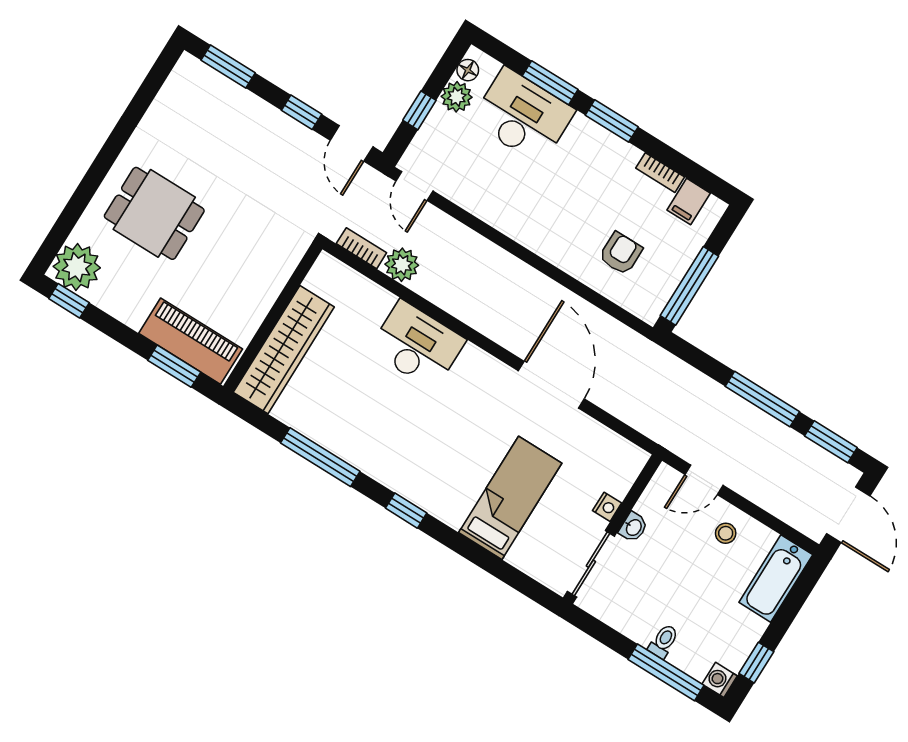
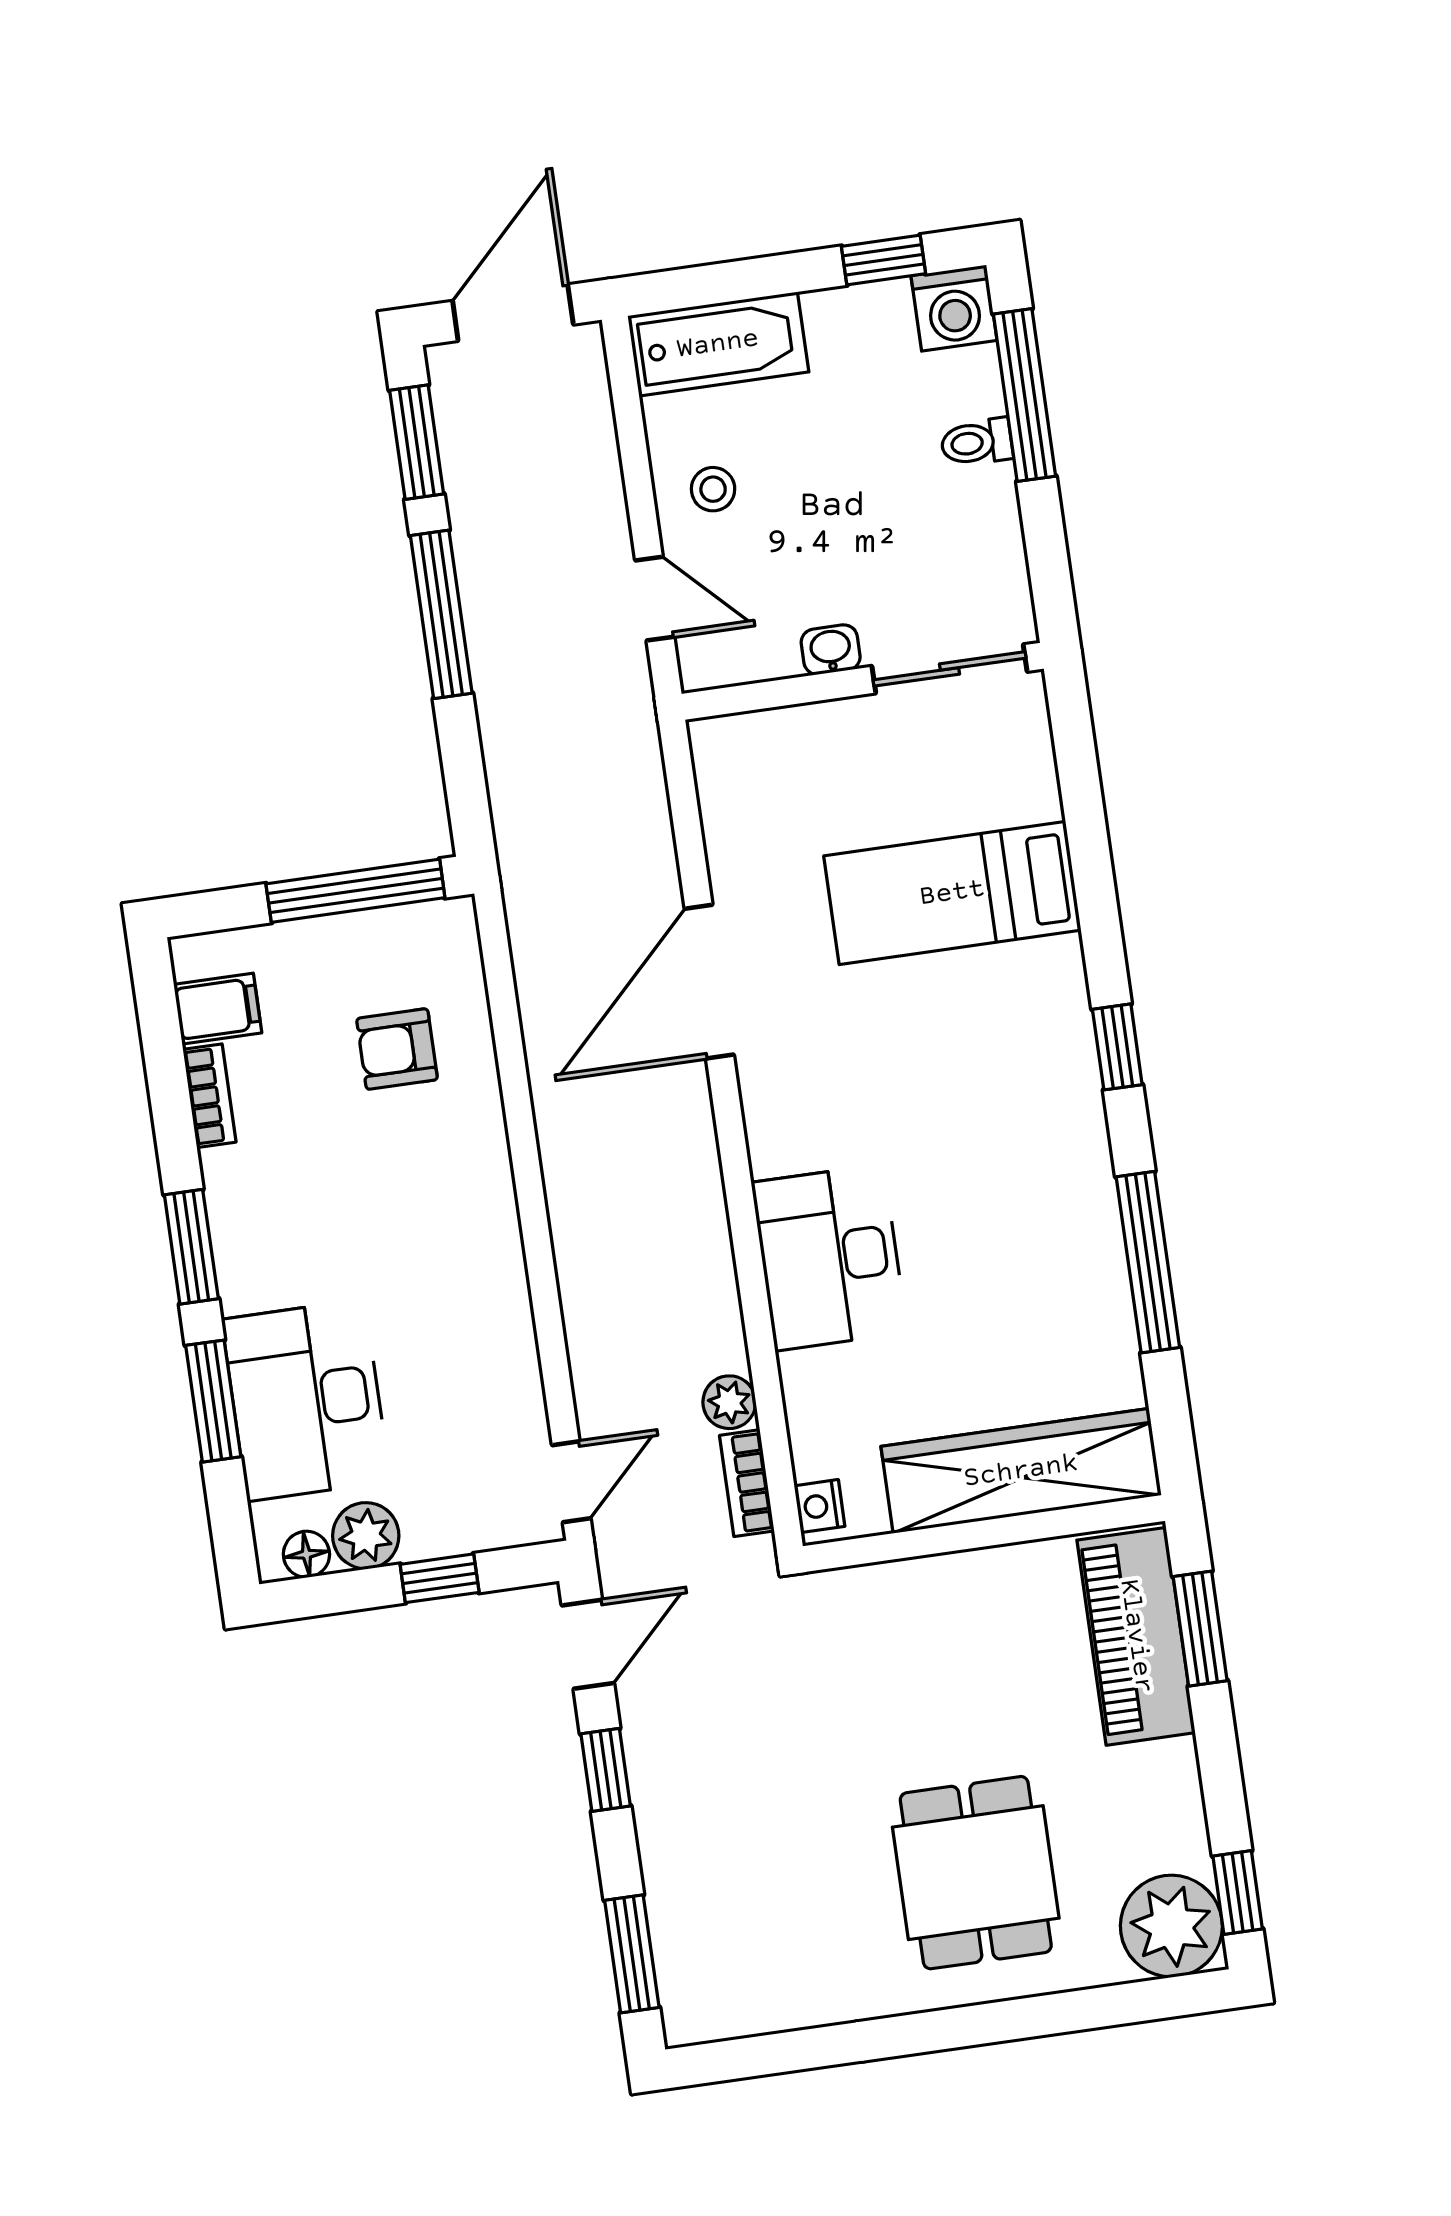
plant: (402, 265) -> (729, 1402), width x0.73, depth x0.73
nightstand: (607, 507) -> (819, 1506), moved, turned -90
washing machine: (720, 680) -> (954, 308), width x1.38, depth x1.38

